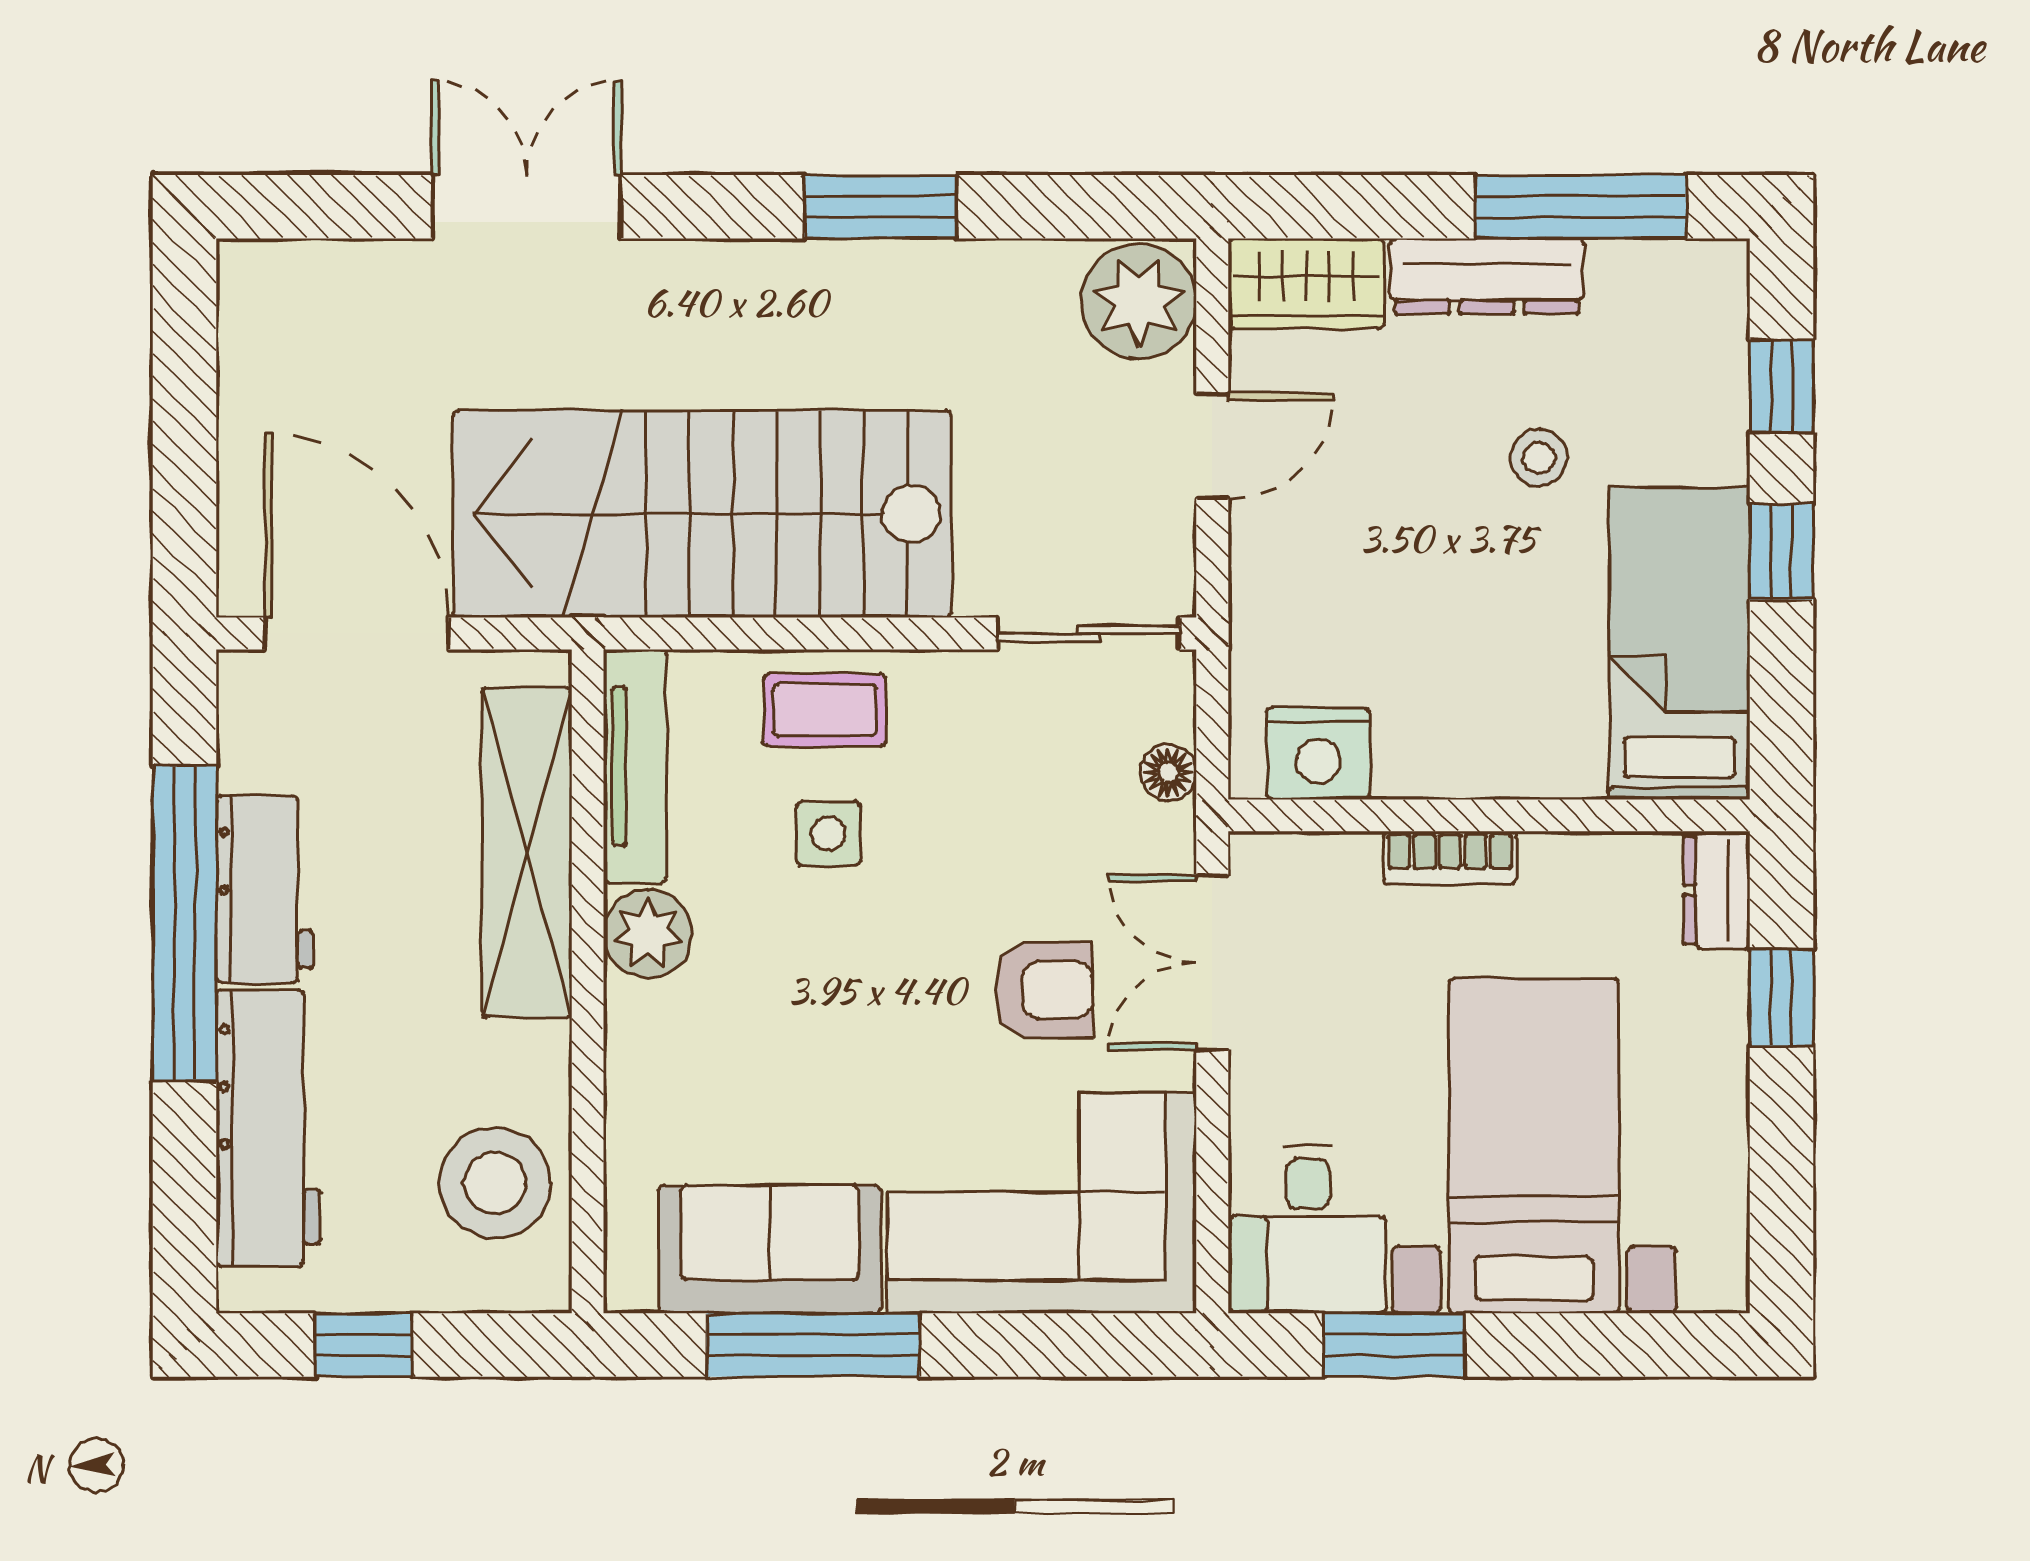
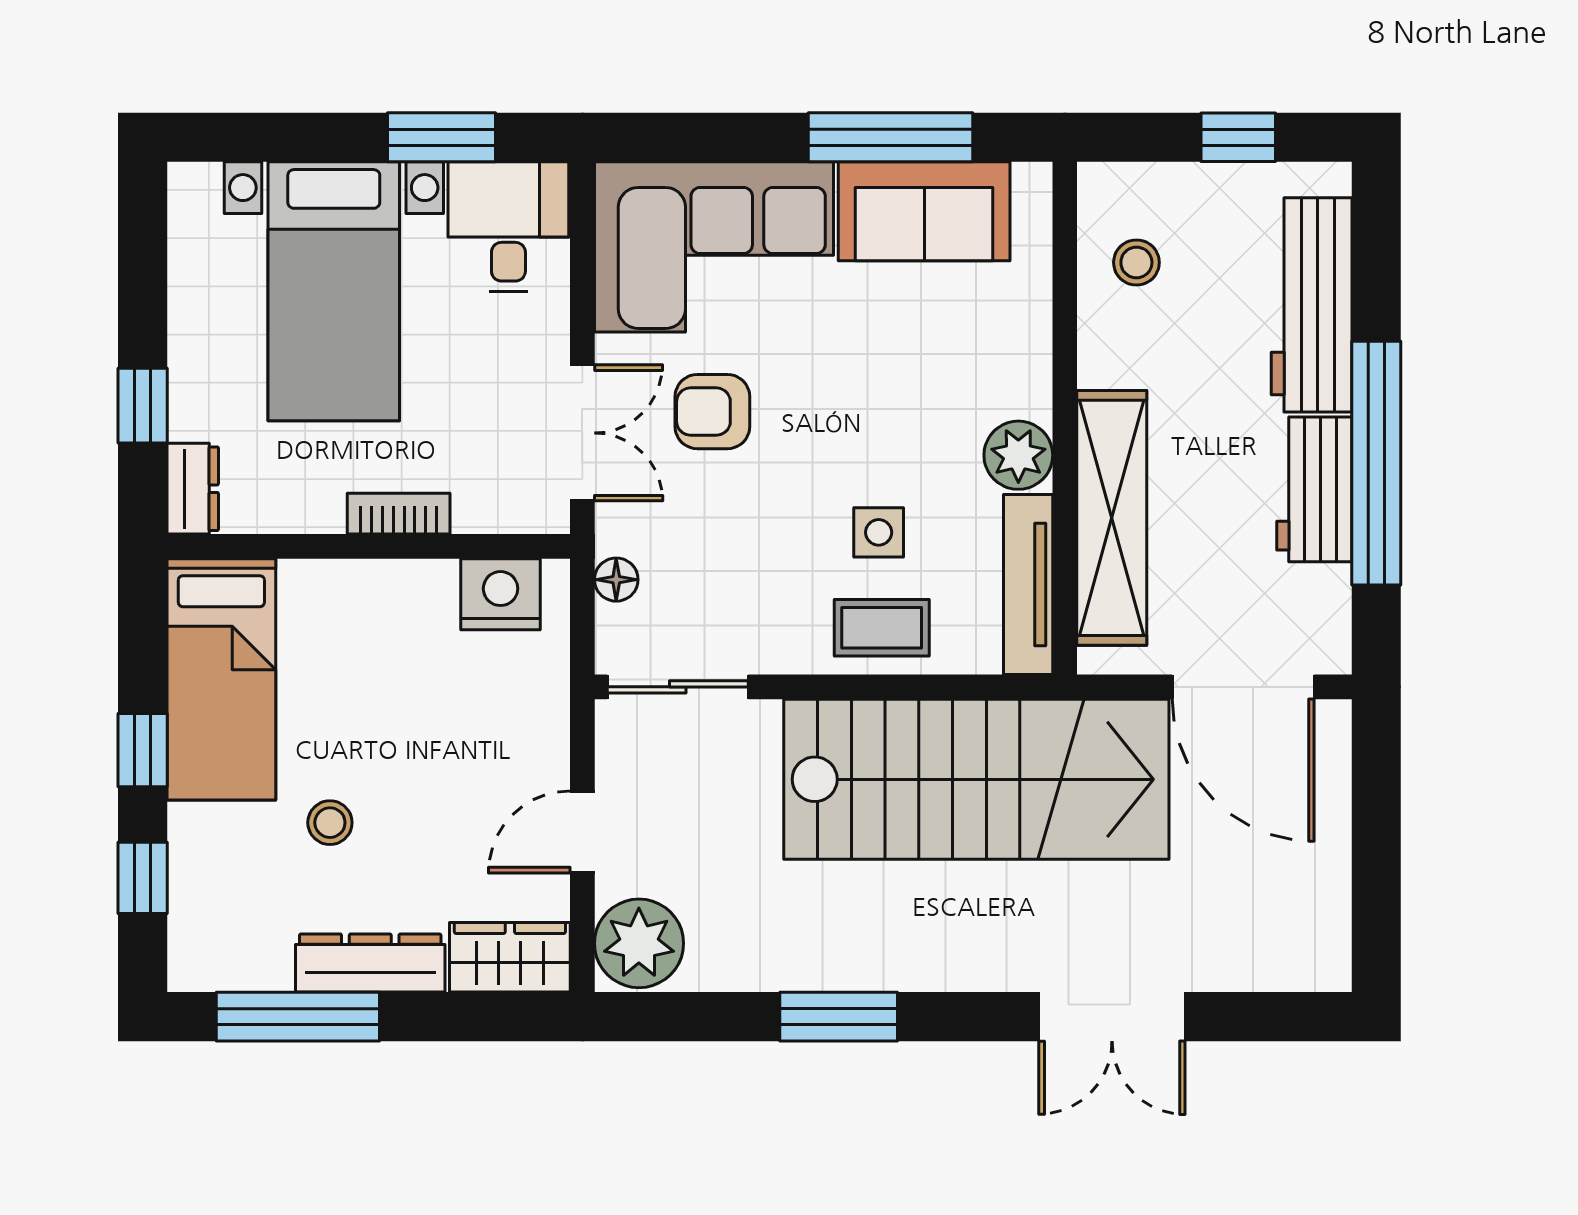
stool: (495, 1183) -> (1136, 262), width x0.53, depth x0.53

